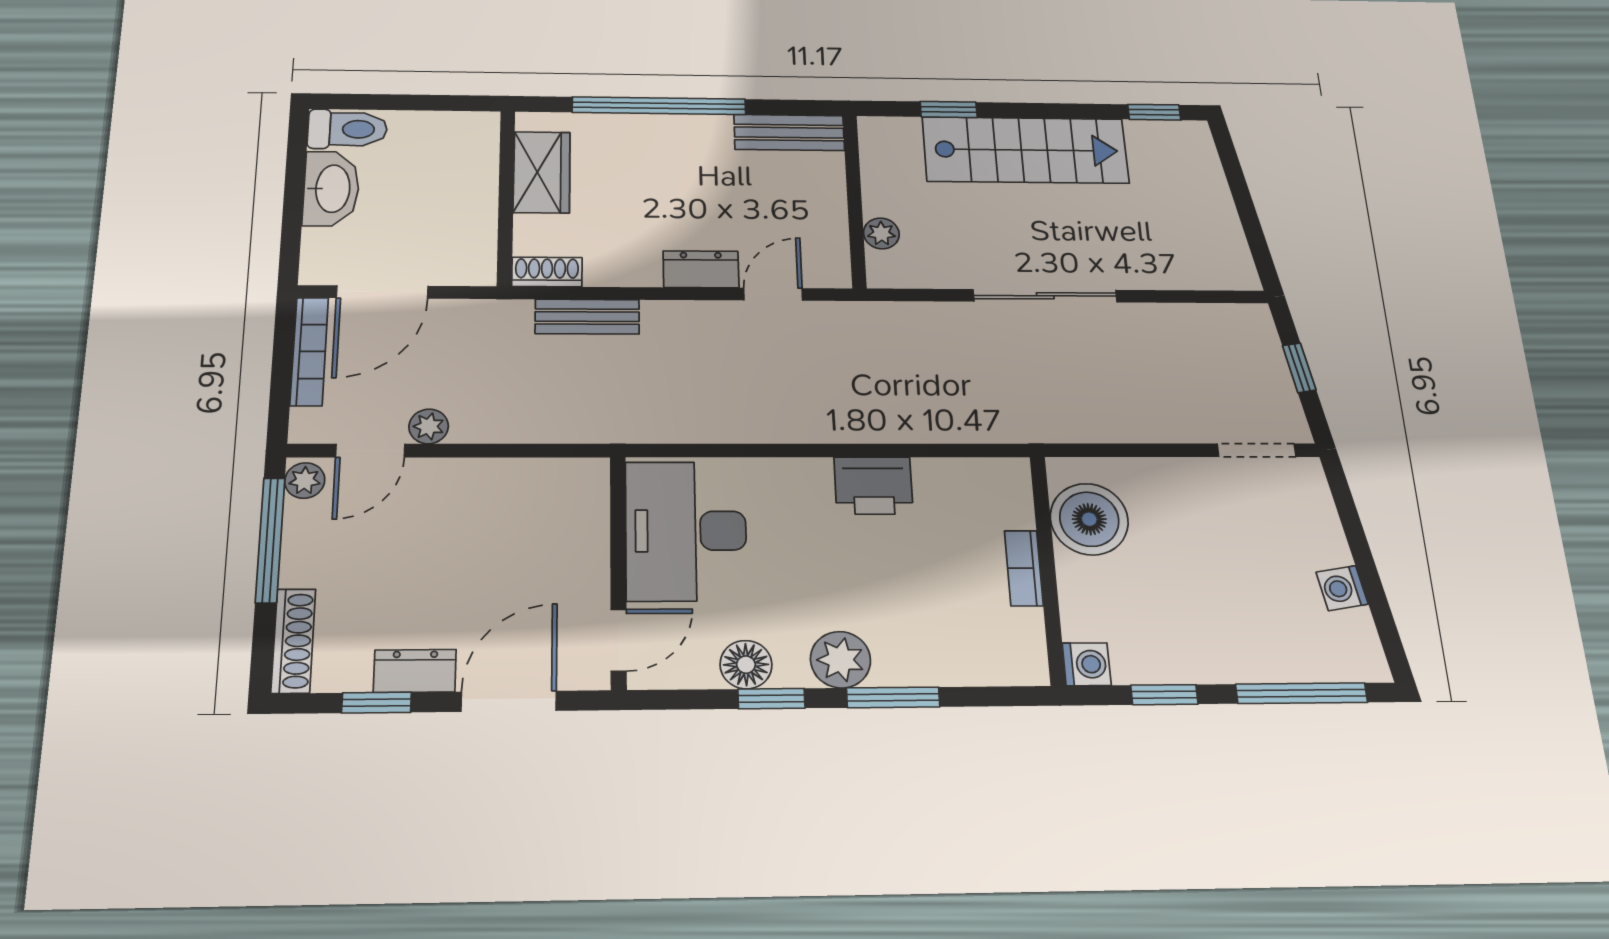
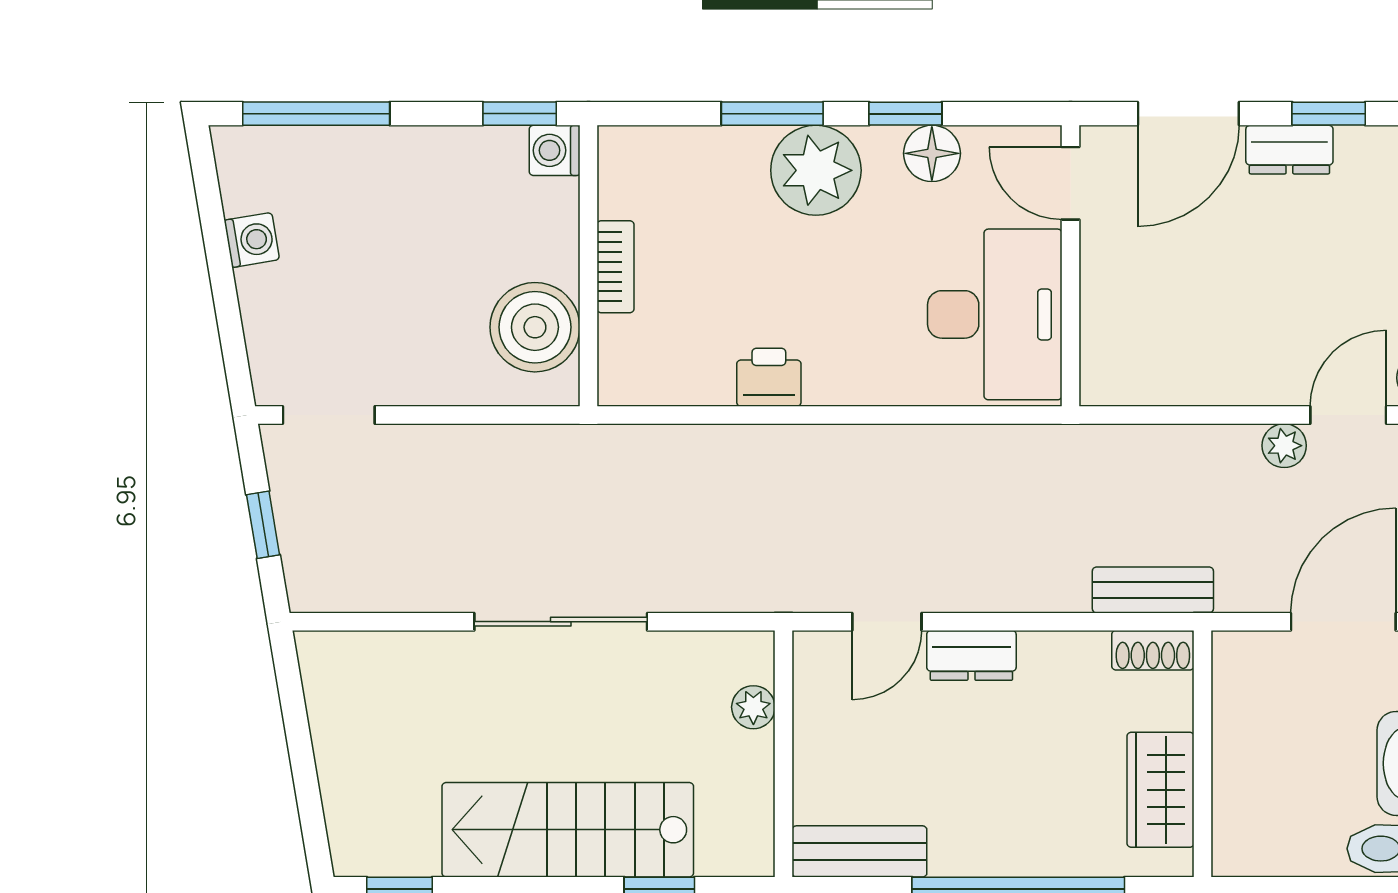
bench: (587, 317) -> (1153, 590), moved
printer: (873, 486) -> (769, 377), width x0.73, depth x0.81
door: (619, 640) -> (1071, 183), hinge flipped
plant: (841, 660) -> (816, 170), width x1.36, depth x1.36
window: (1164, 695) -> (520, 114), moved

